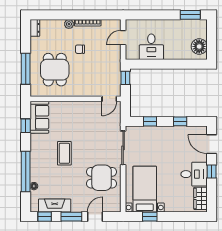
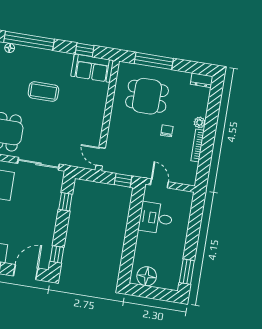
door: (123, 38) -> (159, 183), moved
window: (180, 121) -> (57, 254), moved

